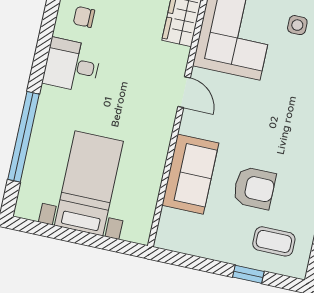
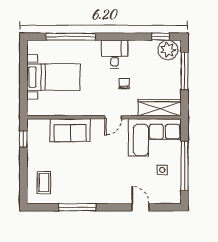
chair: (84, 17) -> (124, 84), moved
armchair: (254, 188) -> (70, 166), removed
window: (248, 274) -> (23, 139), moved

